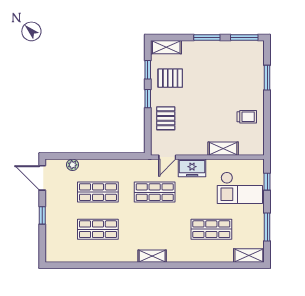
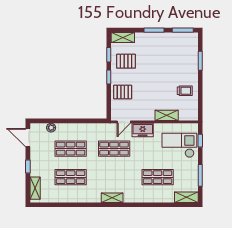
pallet: (166, 118) -> (123, 92), turned 90
checkout: (240, 188) -> (179, 145), turned 180
shelving: (52, 244) -> (35, 188), added

